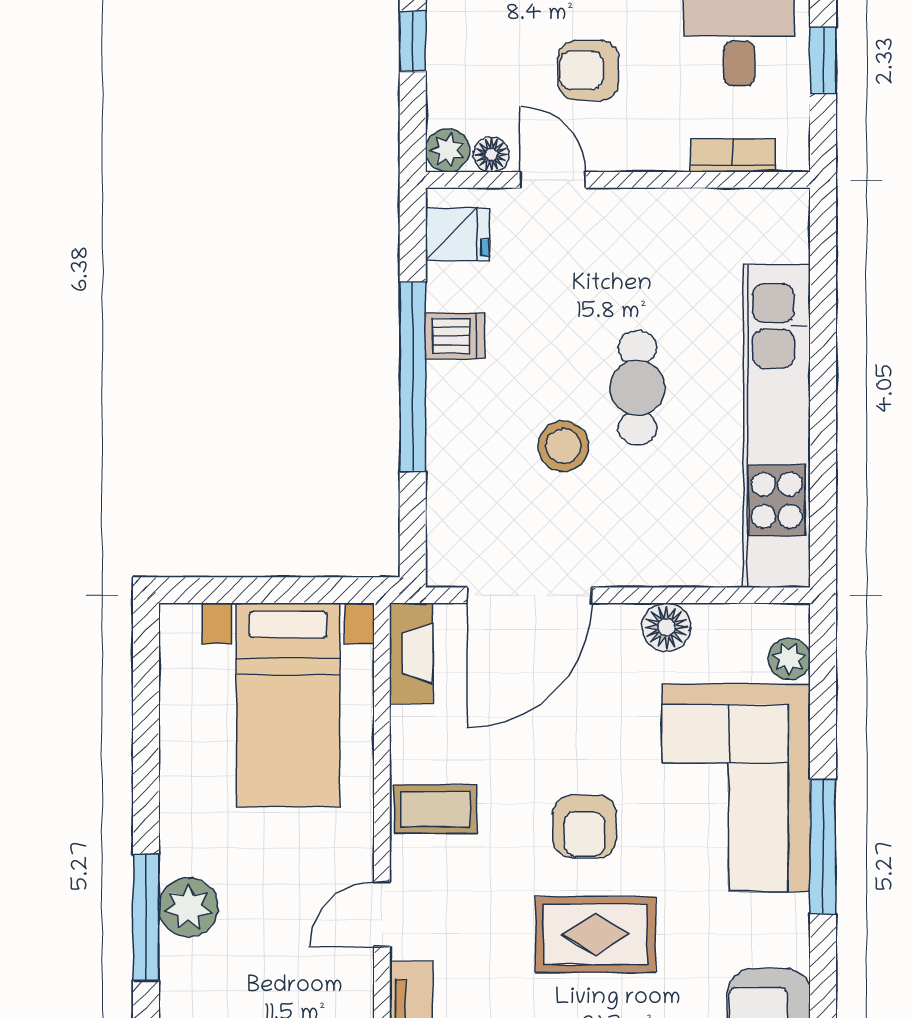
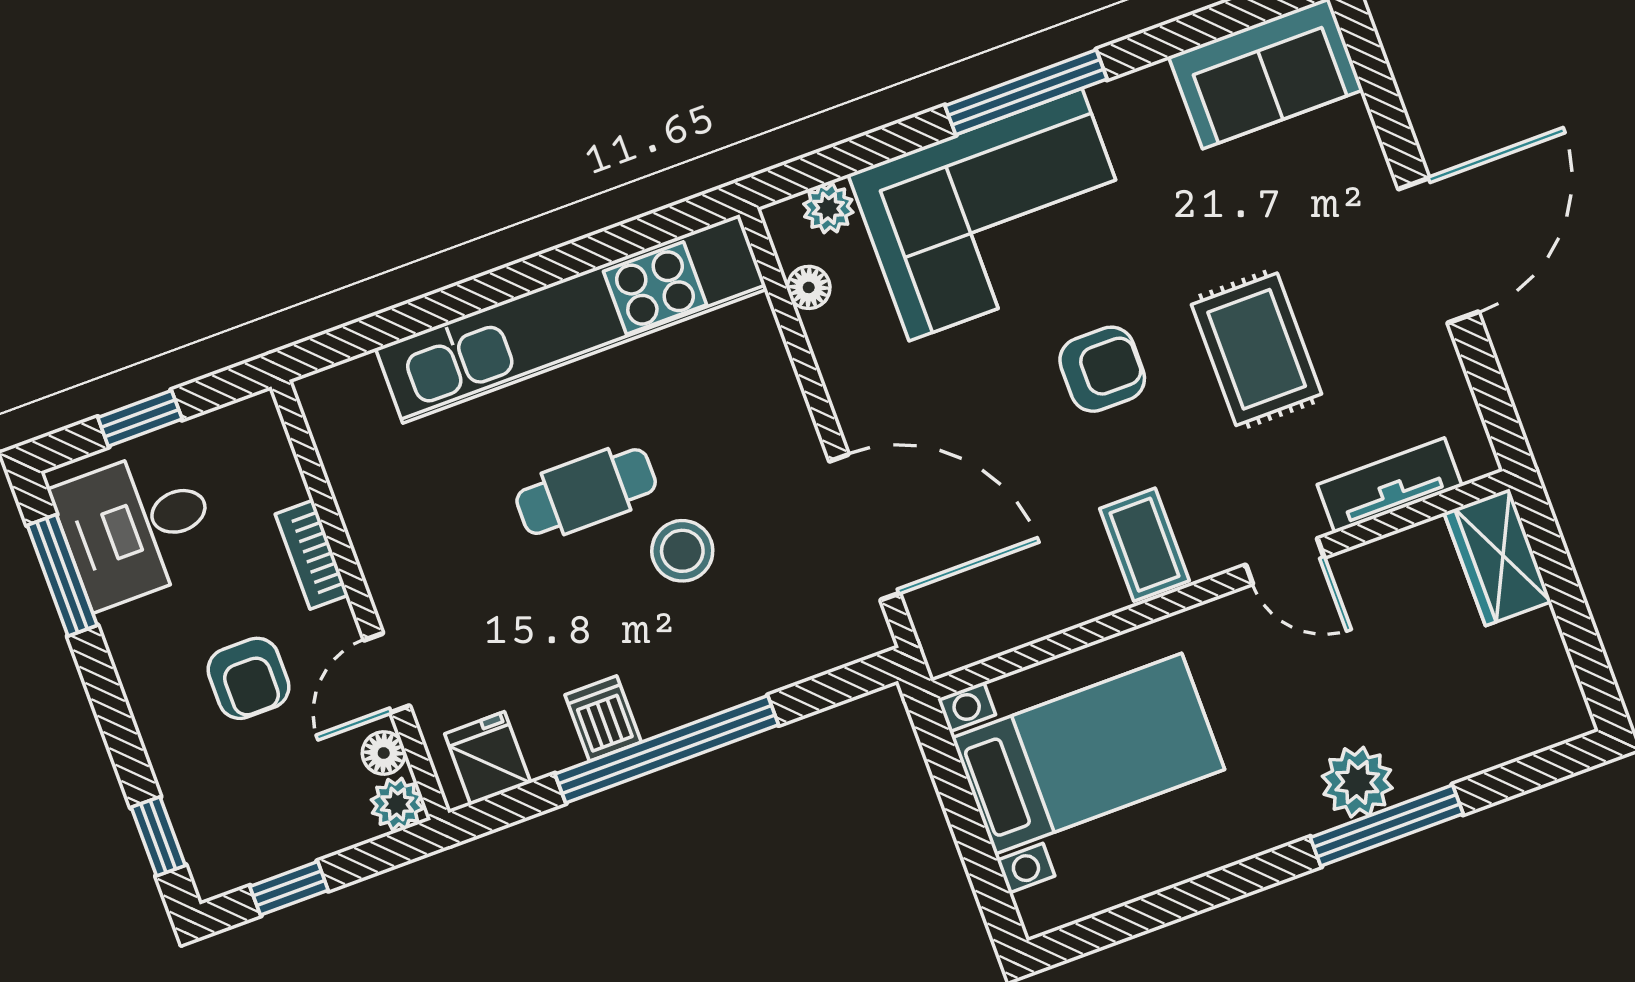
bookcase: (733, 155) -> (312, 555), moved
floor lamp: (666, 627) -> (809, 287), moved, width x0.73, depth x0.73
fireplace: (411, 653) -> (979, 637), removed
rug: (595, 935) -> (1257, 349), moved

